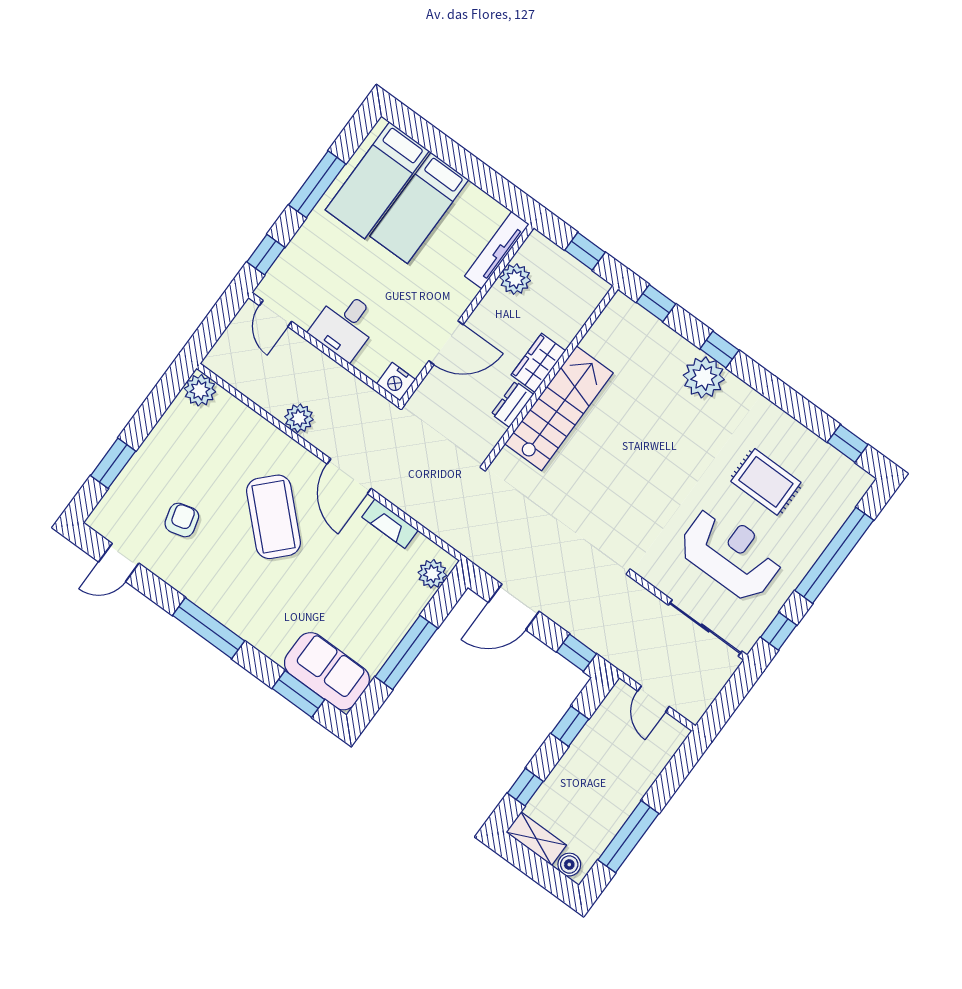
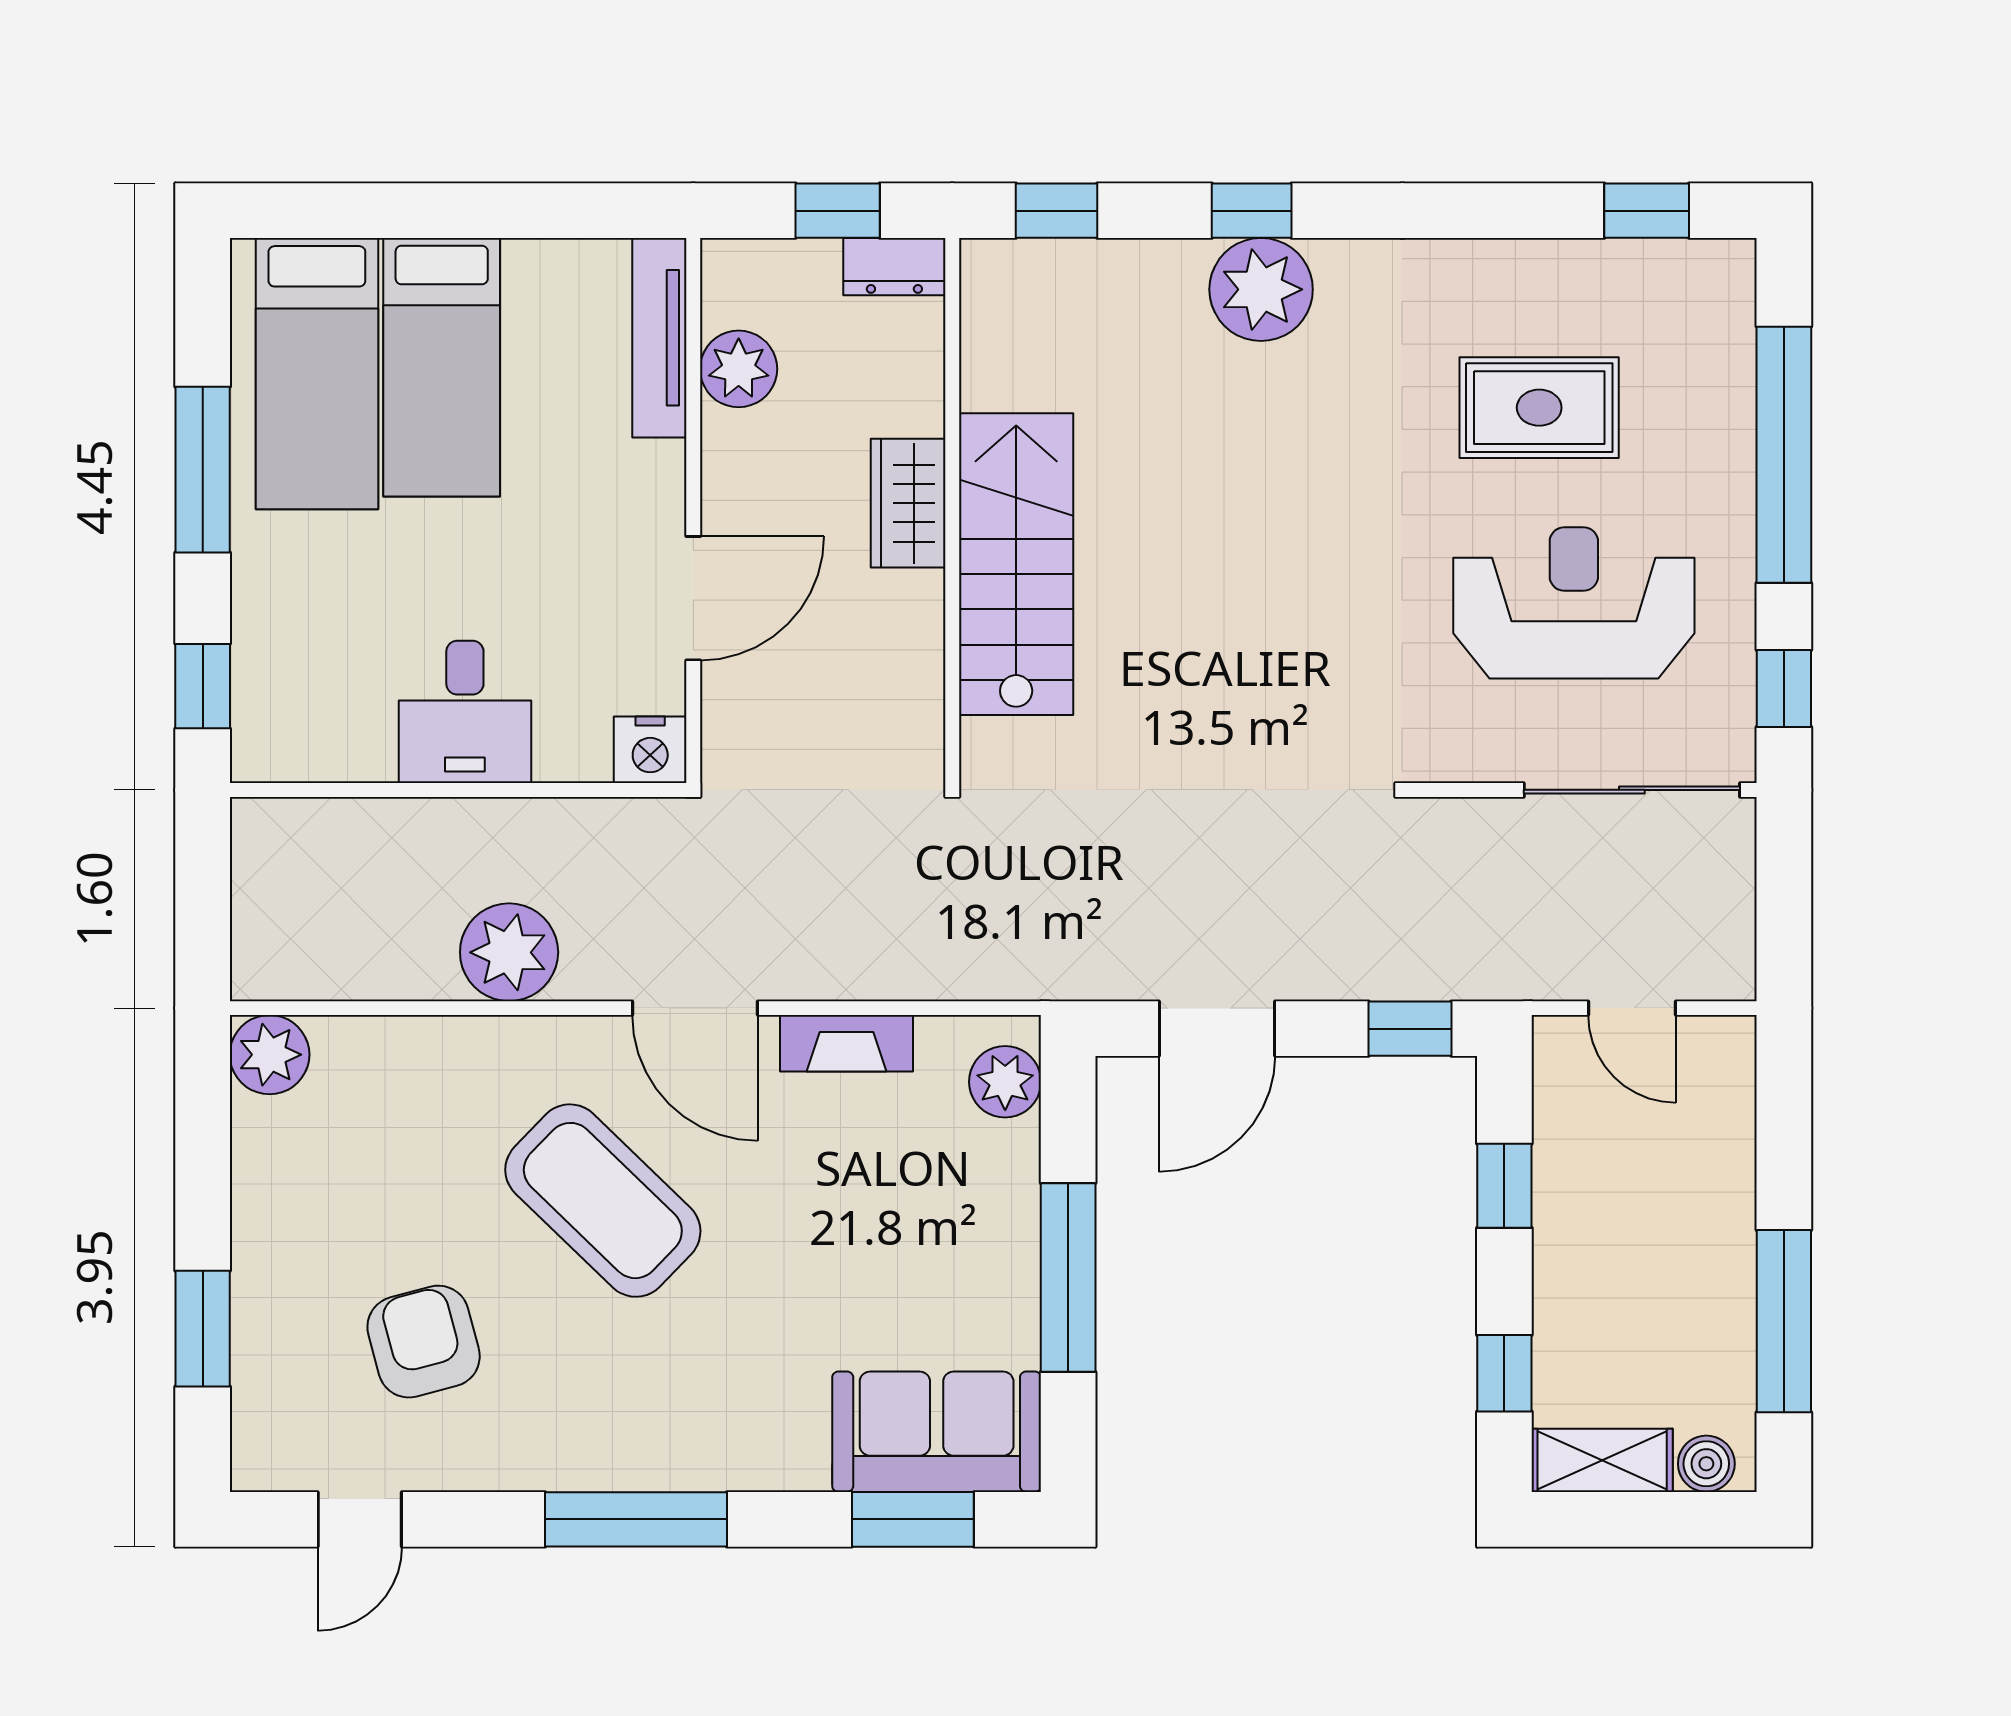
door: (275, 314) -> (308, 790), removed
dresser: (512, 404) -> (894, 267), moved, turned -90
plant: (299, 418) -> (509, 952), width x1.36, depth x1.36
armchair: (182, 520) -> (424, 1342), width x1.38, depth x1.38

